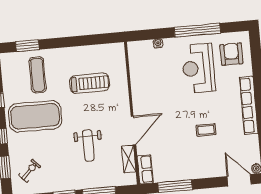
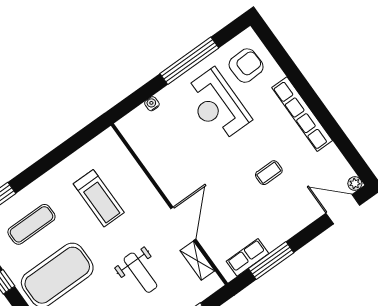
armchair: (231, 54) -> (246, 66), turned 88
exercise mat: (38, 75) -> (31, 224), turned 90
treadmill: (90, 83) -> (99, 198), turned 90
row of seats: (145, 169) -> (248, 257), moved, turned -90

